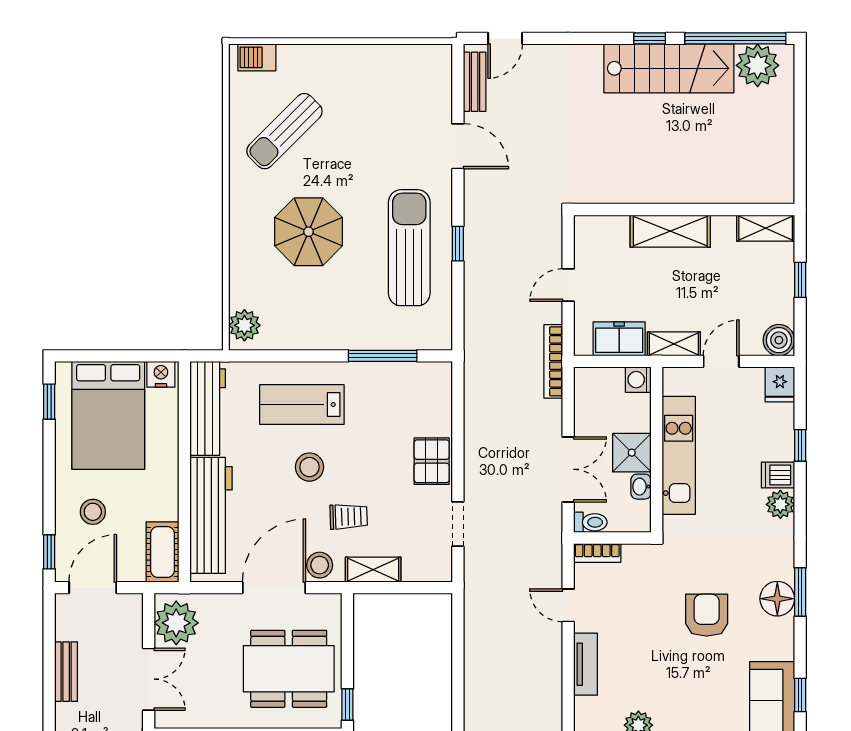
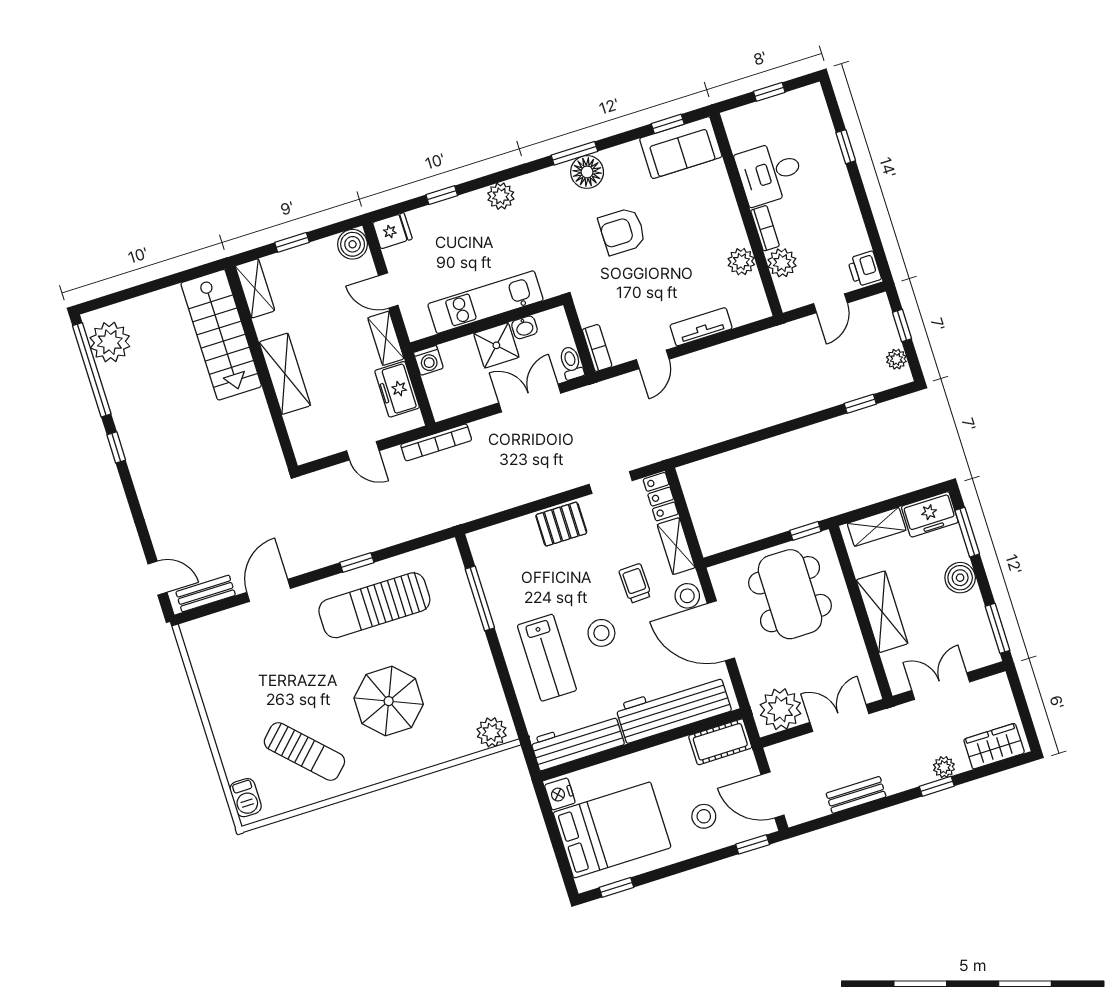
stairs: (669, 68) -> (221, 335), moved, turned 180
dishwasher: (778, 475) -> (475, 207), removed
locker: (428, 570) -> (661, 497), added

